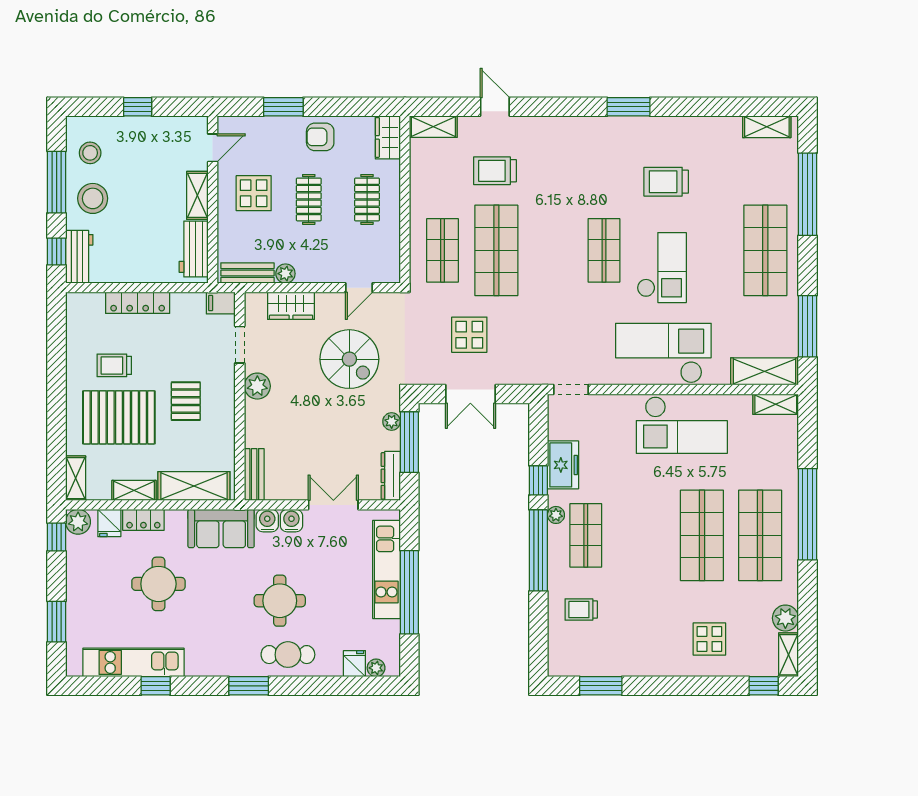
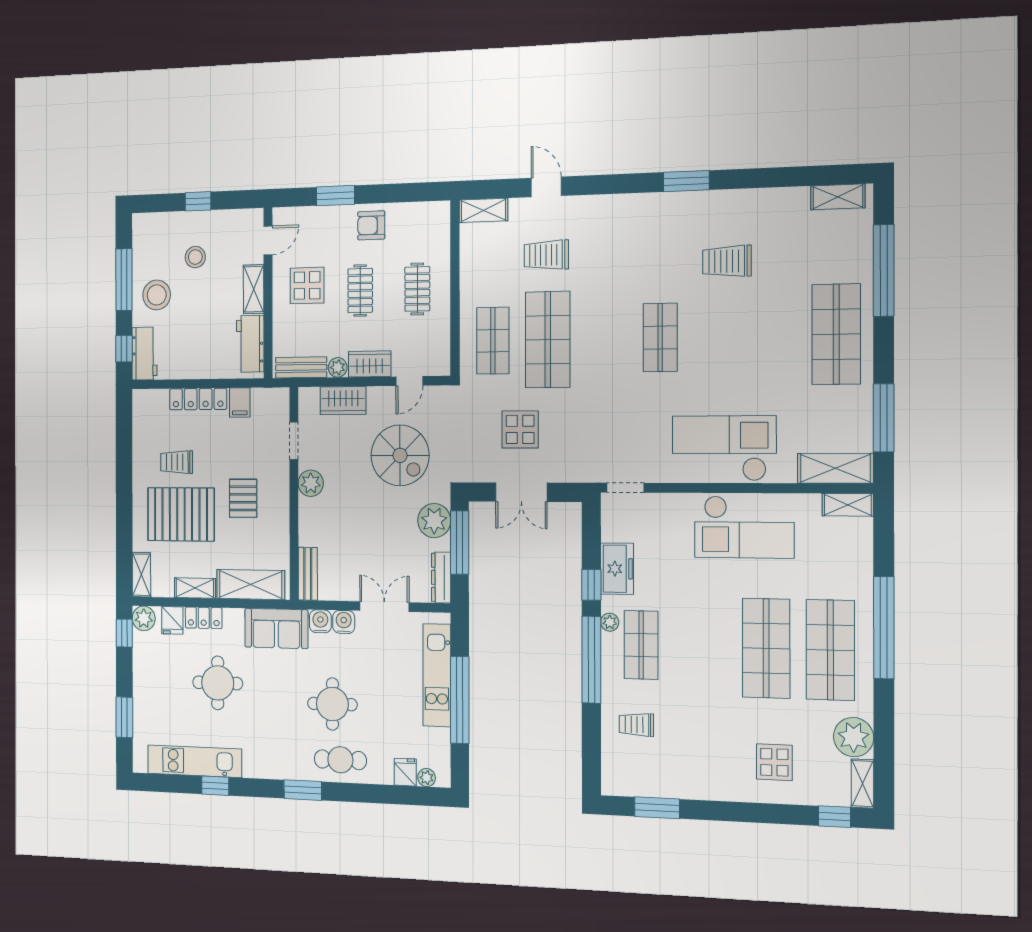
wardrobe: (388, 137) -> (370, 364), moved, turned 90
stool: (90, 153) -> (195, 257), moved
checkout: (662, 268) -> (722, 355), removed
filing cabinet: (221, 303) -> (240, 403), moved, turned -90
plant: (392, 422) -> (434, 521), width x1.88, depth x1.88
plant: (785, 618) -> (854, 737), width x1.36, depth x1.36

